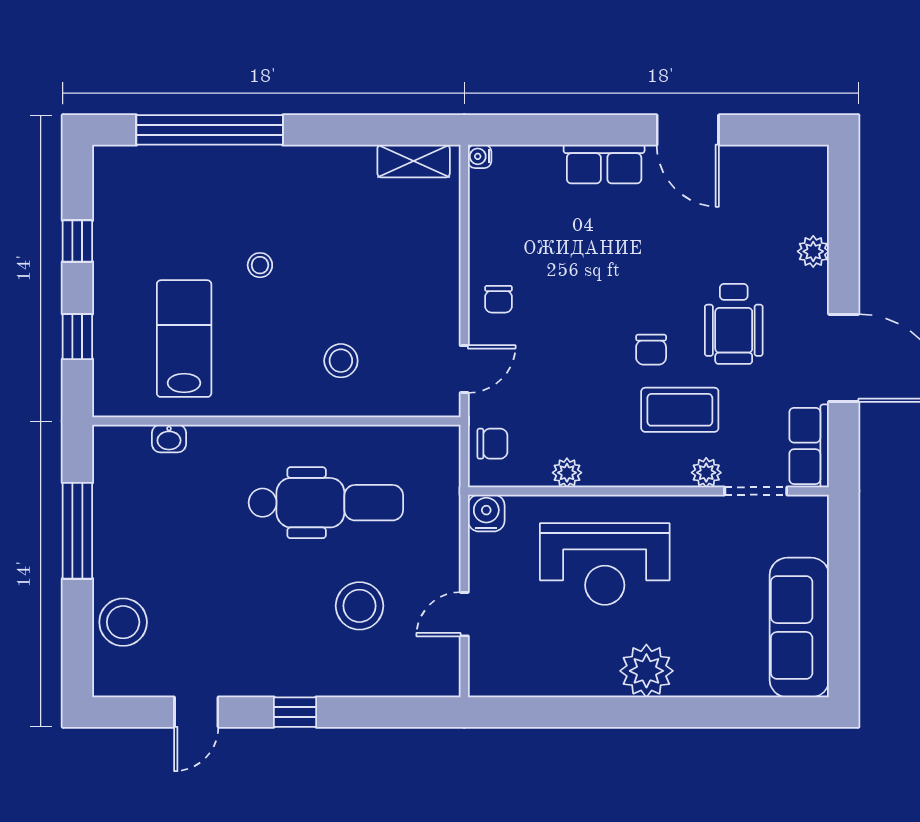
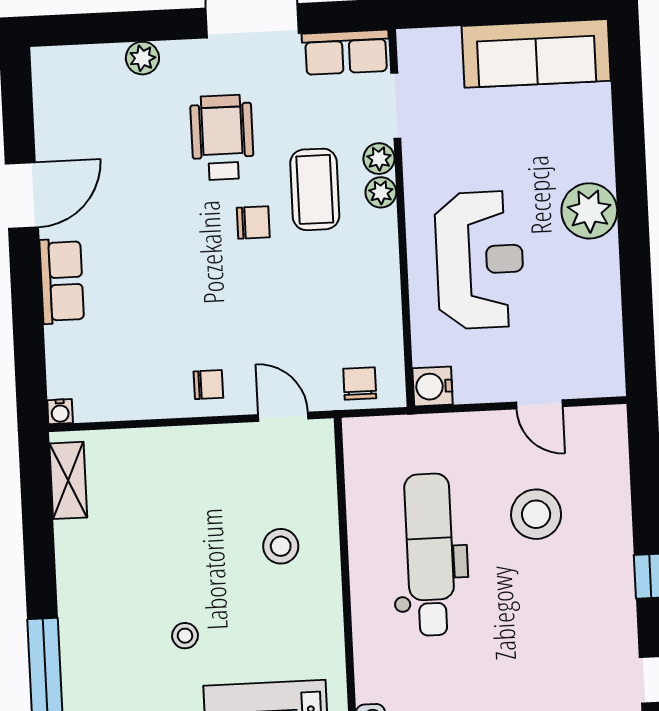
wheelchair: (734, 324) -> (222, 137), turned -90
plant: (567, 473) -> (381, 192), moved

